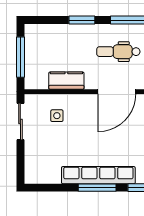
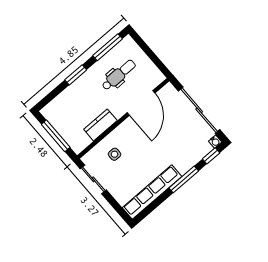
dental chair: (118, 52) -> (119, 75), turned 180
row of seats: (98, 175) -> (152, 192), moved

